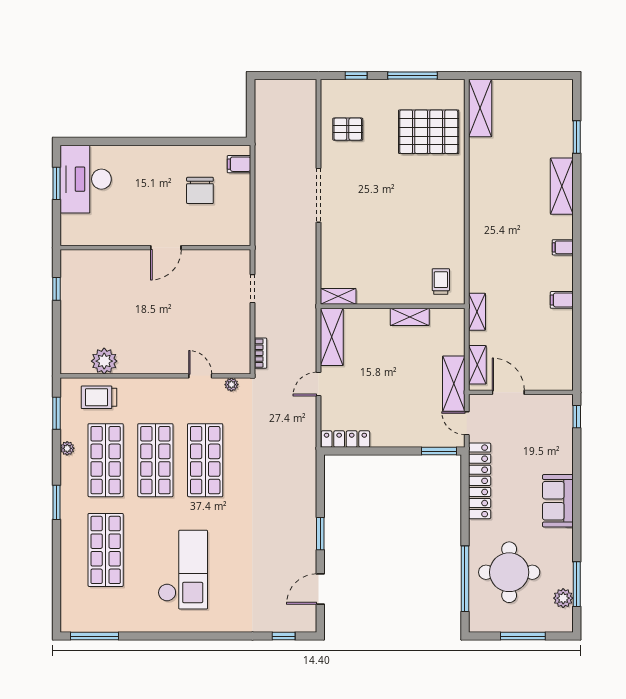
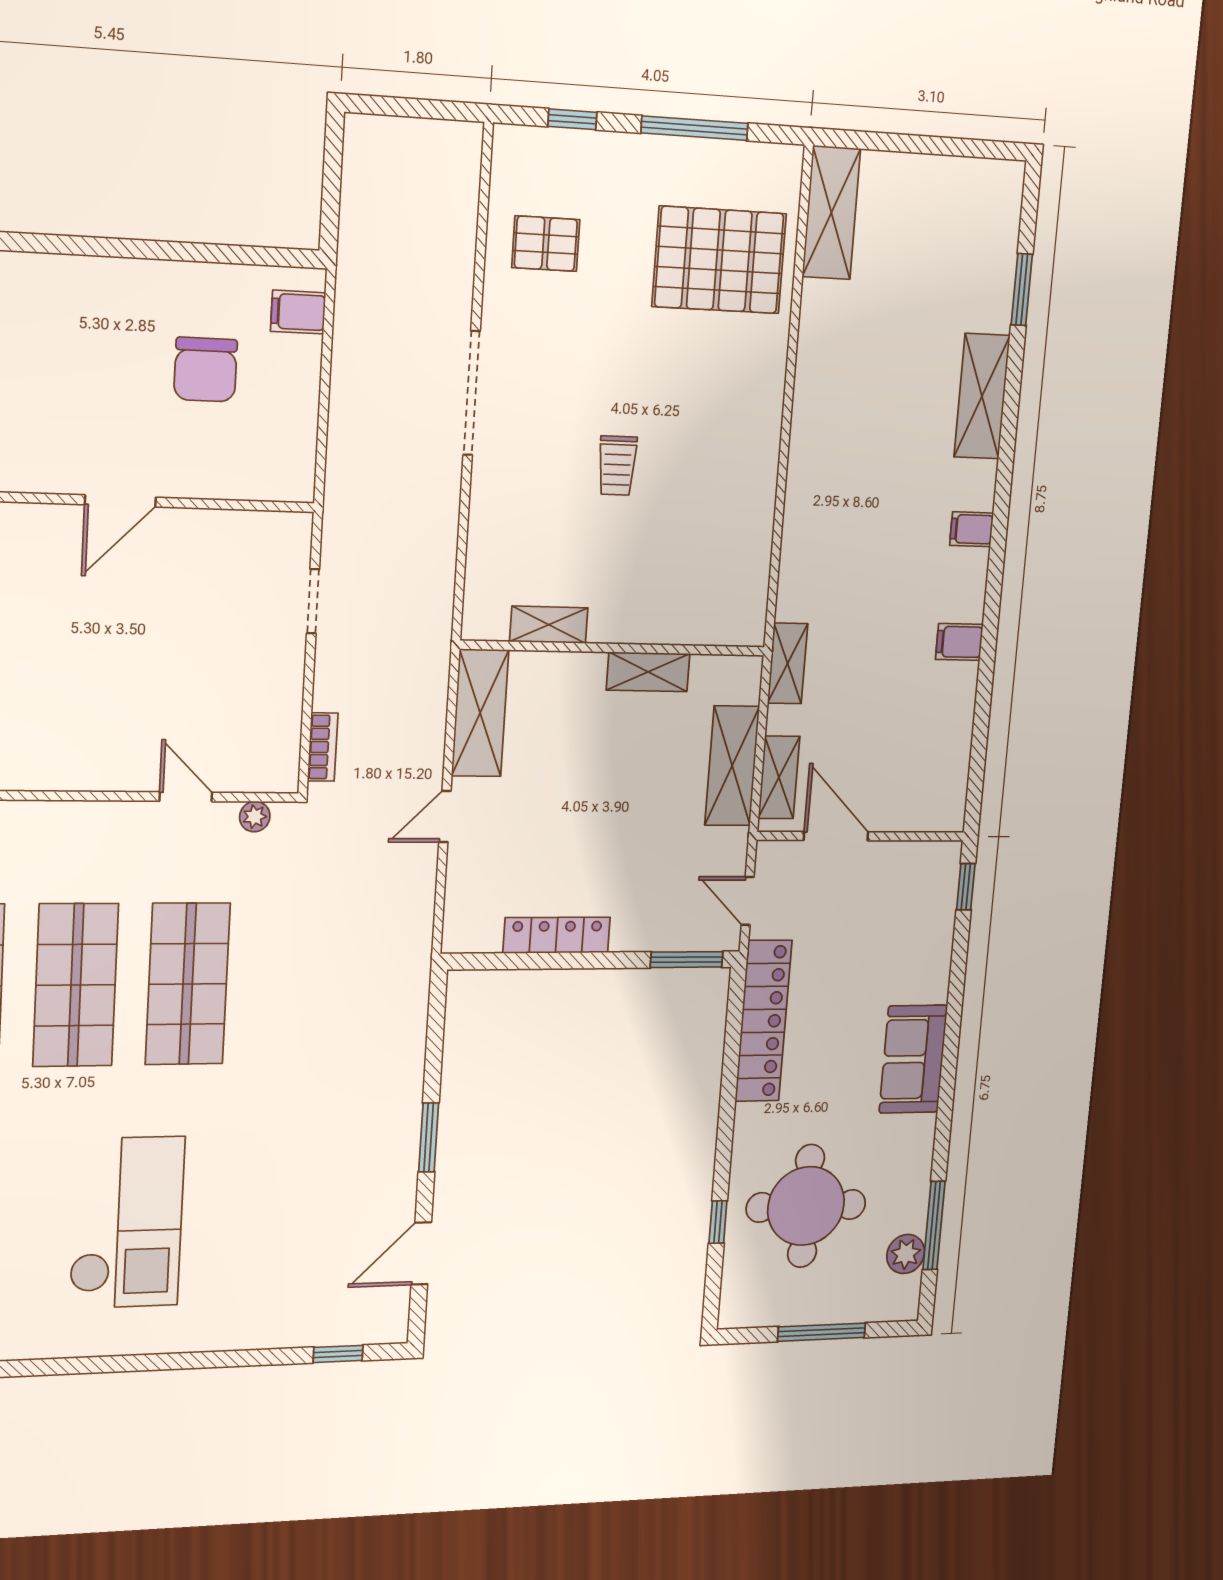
trolley: (441, 282) -> (617, 466), moved, turned 180
shelving: (338, 296) -> (549, 625), moved
shelving: (454, 384) -> (732, 766), moved
locker: (345, 439) -> (557, 935), moved
window: (465, 579) -> (718, 1222), width x0.32

